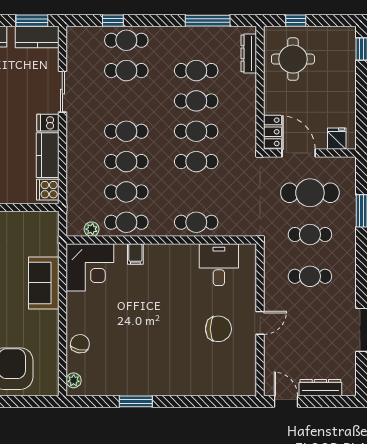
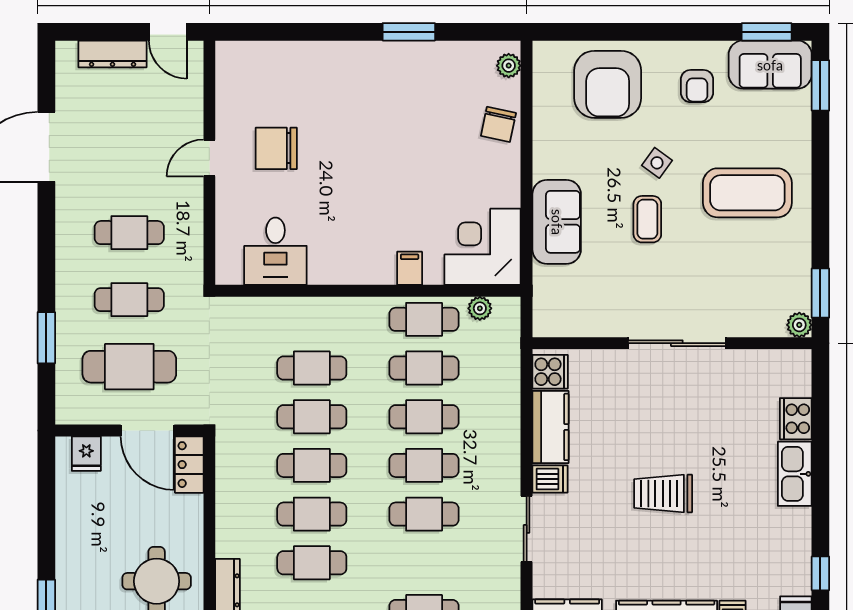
cafe table: (126, 71) -> (424, 514), moved
cafe table: (196, 222) -> (312, 368), moved

